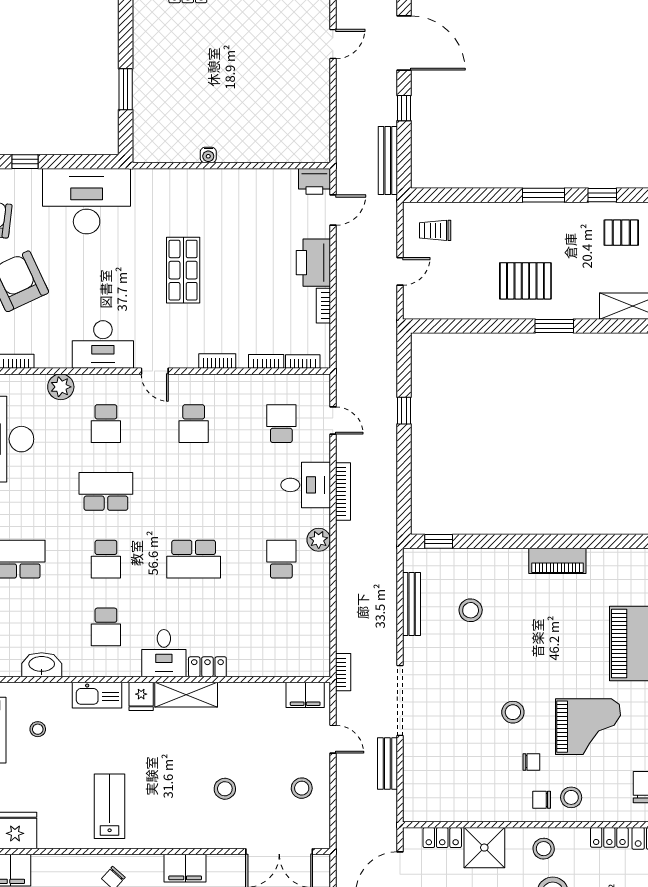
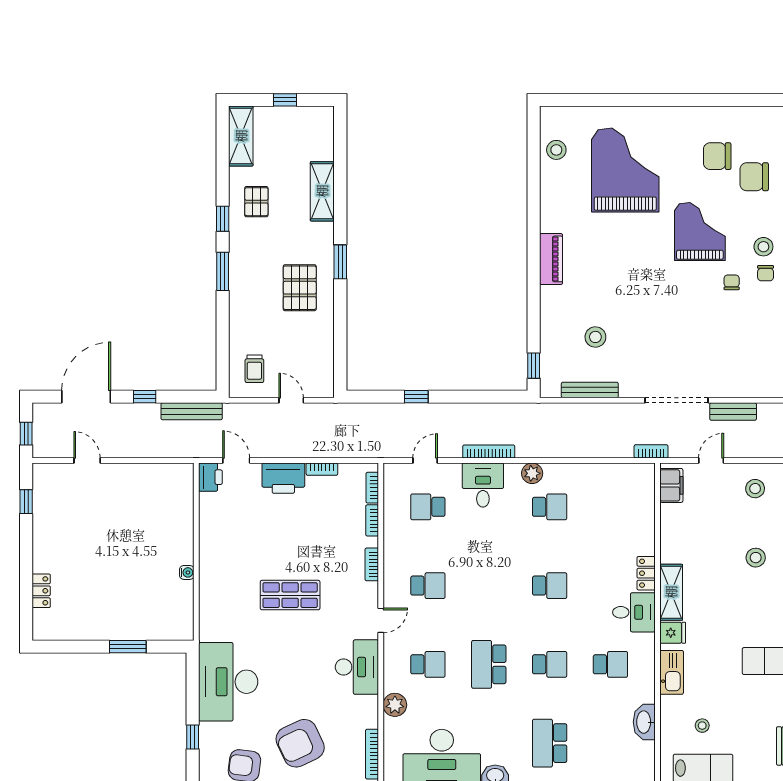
school desk: (194, 559) -> (550, 586), width x0.54
school desk: (281, 559) -> (550, 507), turned 180
stool: (513, 712) -> (687, 299), removed

